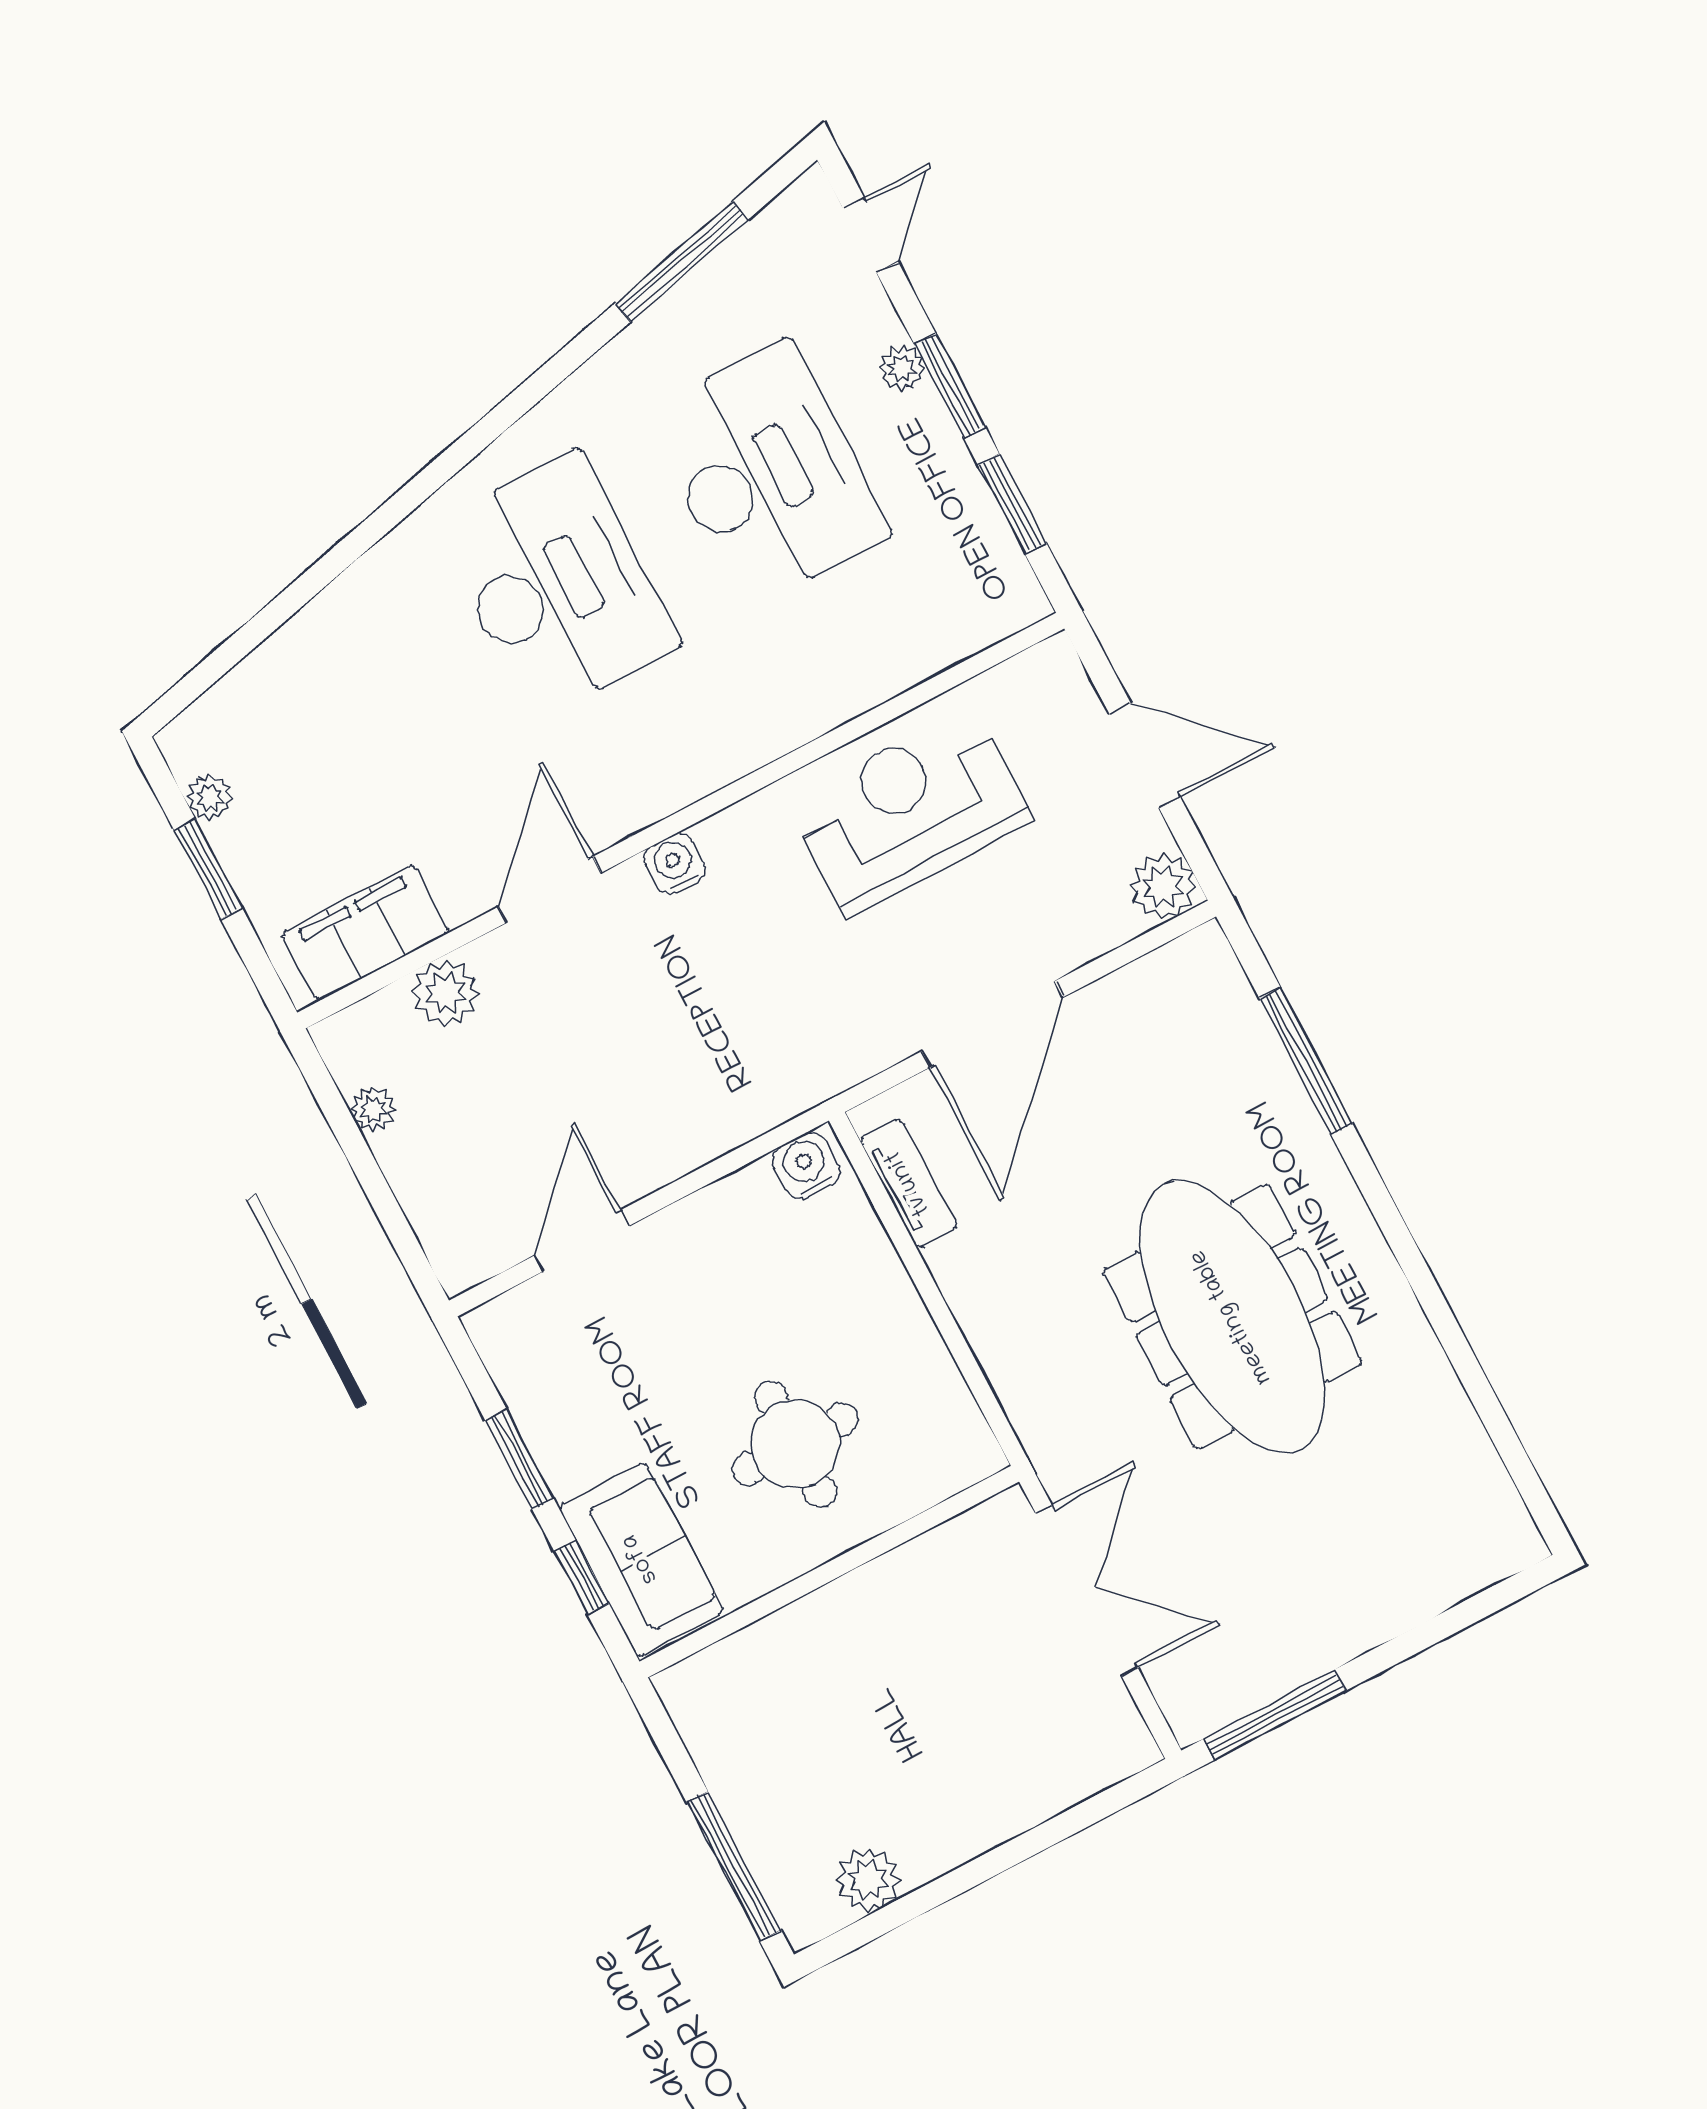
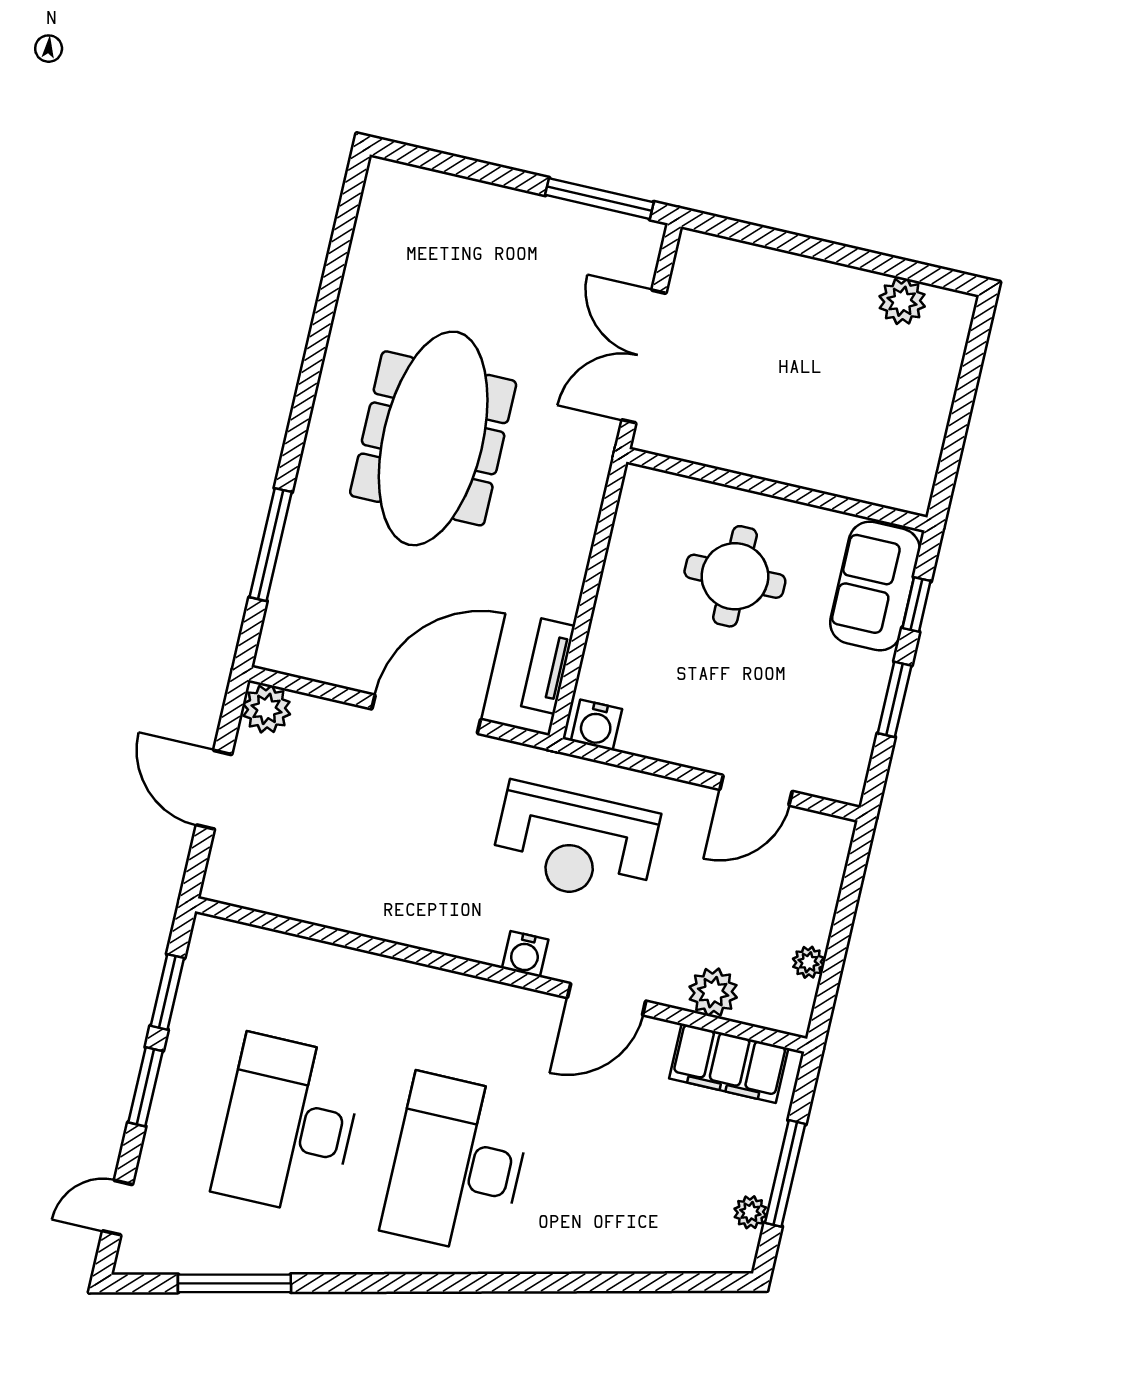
plant: (902, 368) -> (164, 1119), removed
reception desk: (910, 811) -> (575, 844), moved
window: (208, 869) -> (785, 1173), width x1.44
window: (734, 1866) -> (970, 373), removed

